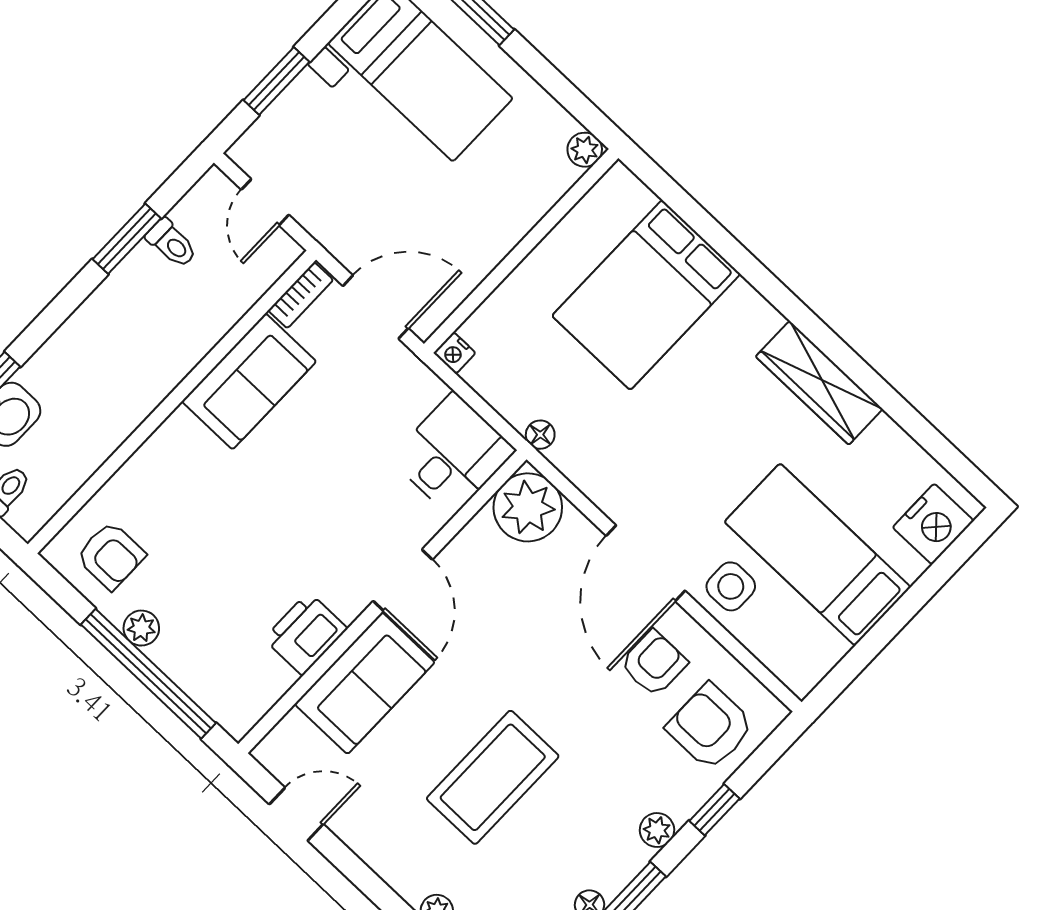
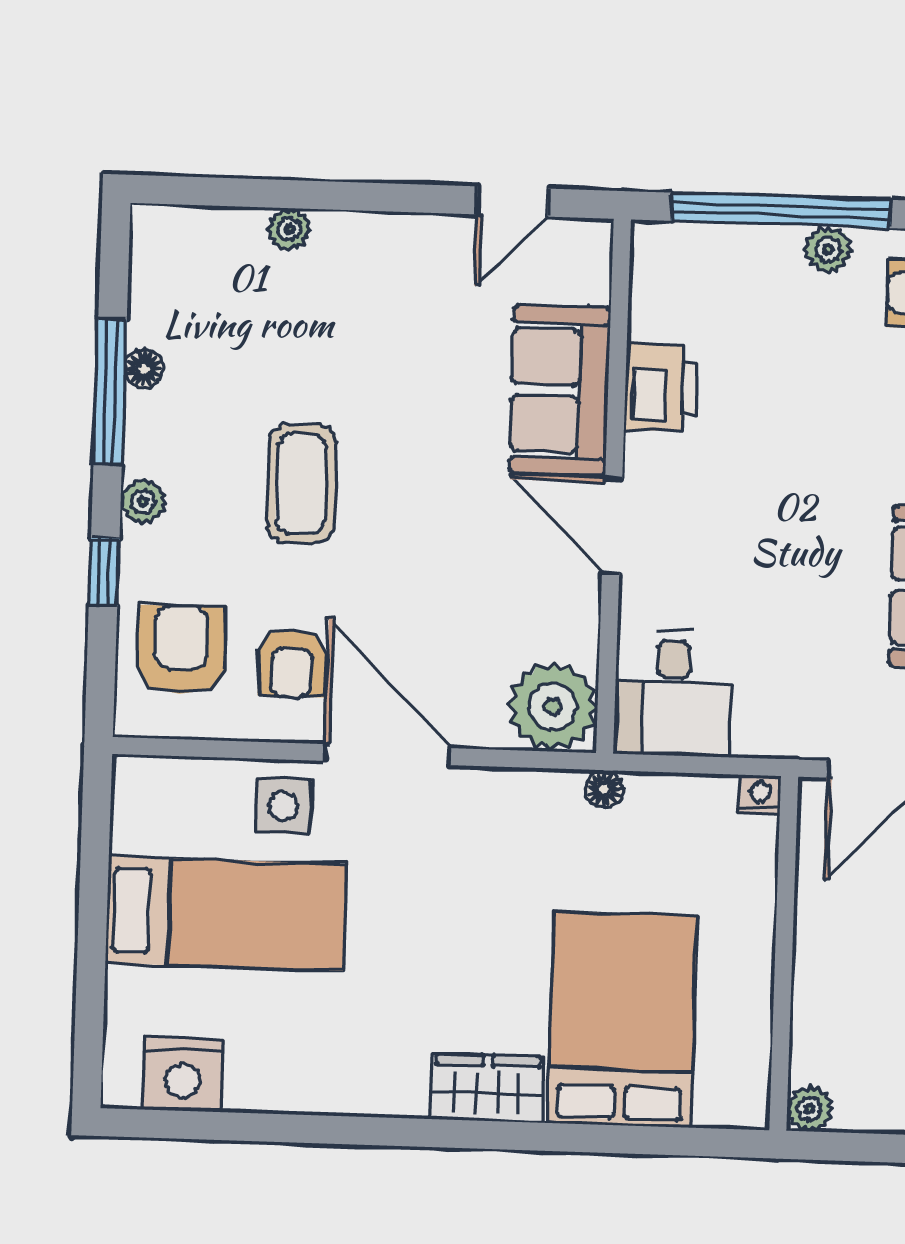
wardrobe: (819, 383) -> (487, 1088), moved, width x0.67
nightstand: (933, 524) -> (183, 1075), moved, turned -90
armchair: (710, 727) -> (181, 650), turned -90
coffee table: (493, 777) -> (301, 484), moved, width x0.73, depth x0.76

